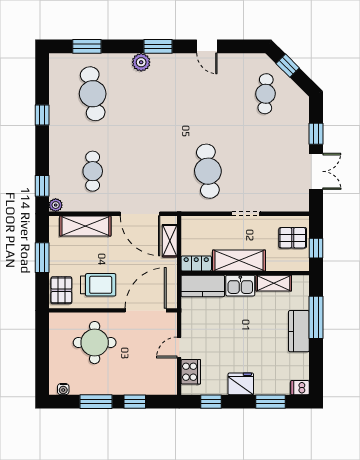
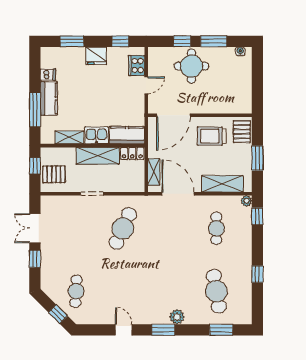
cafe table: (208, 171) -> (123, 228), turned 30
round table: (95, 343) -> (191, 66), moved
dishwasher: (300, 388) -> (48, 75), moved

